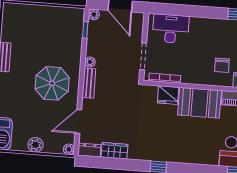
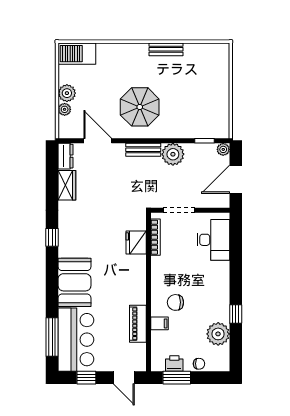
plant: (90, 62) -> (173, 154), width x1.88, depth x1.88
booth: (199, 103) -> (74, 282), moved
plant: (69, 149) -> (65, 109), moved

